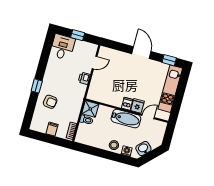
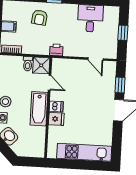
desk: (63, 47) -> (90, 18), moved, turned -90
window: (169, 60) -> (120, 85), moved
printer: (84, 78) -> (56, 50), moved
door: (148, 116) -> (50, 83), moved

